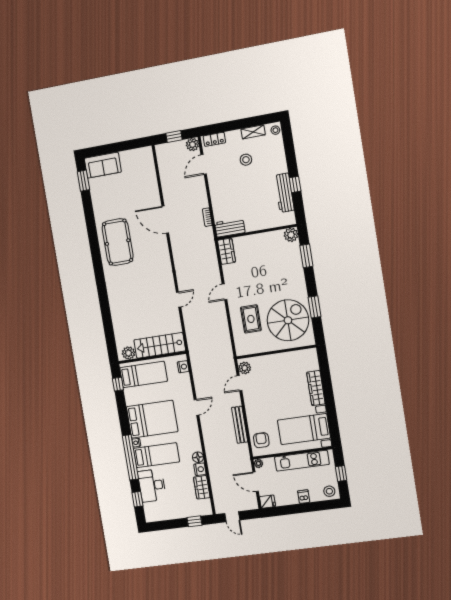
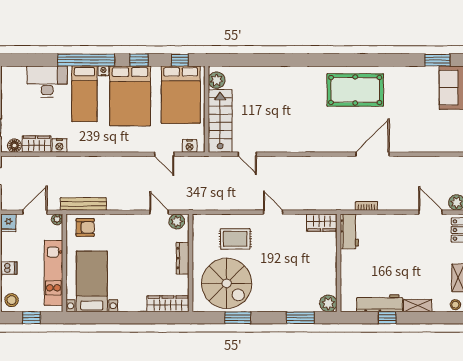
stool: (246, 160) -> (427, 264), removed
shelving: (281, 161) -> (418, 306), added
door: (179, 300) -> (247, 154), moved
dresser: (273, 359) -> (183, 258), added
bed: (144, 374) -> (181, 95), width x1.50
wardrobe: (316, 388) -> (168, 304), moved
door: (196, 407) -> (164, 154), moved
bench: (240, 425) -> (83, 204), moved
floor lamp: (198, 457) -> (14, 146), moved
window: (137, 499) -> (139, 60), moved

